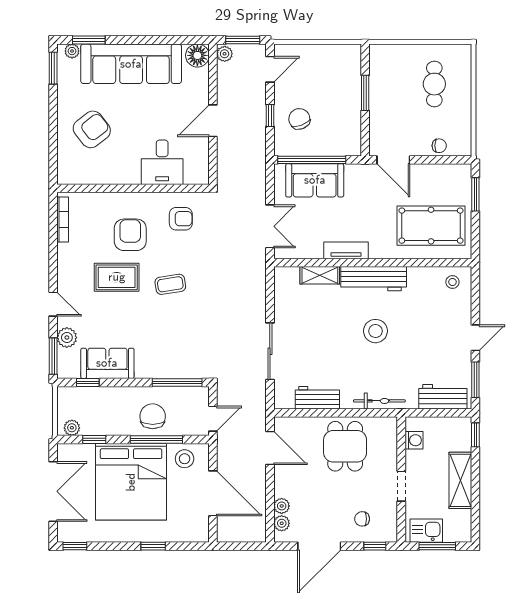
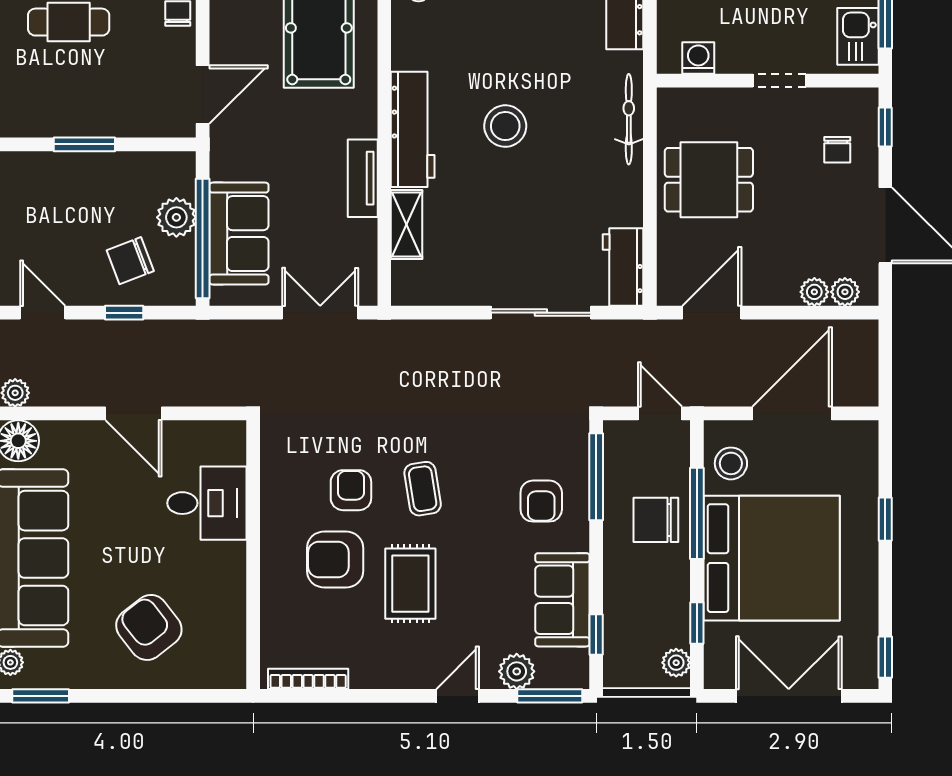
plant: (324, 145) -> (176, 217), added
armchair: (181, 219) -> (351, 490), moved
armchair: (163, 351) -> (541, 501), added
workbench: (317, 398) -> (623, 267), moved

